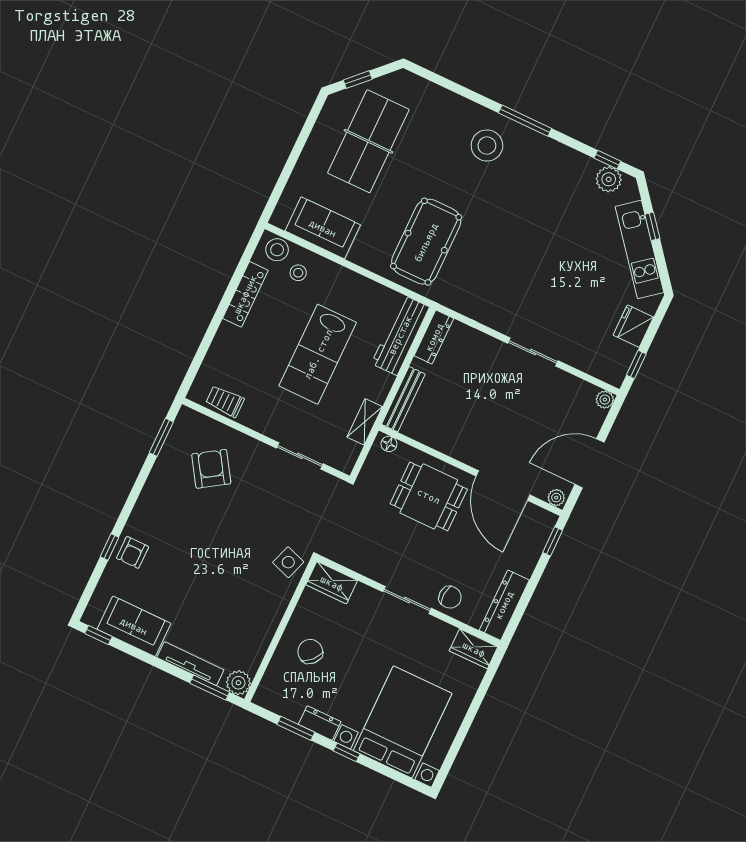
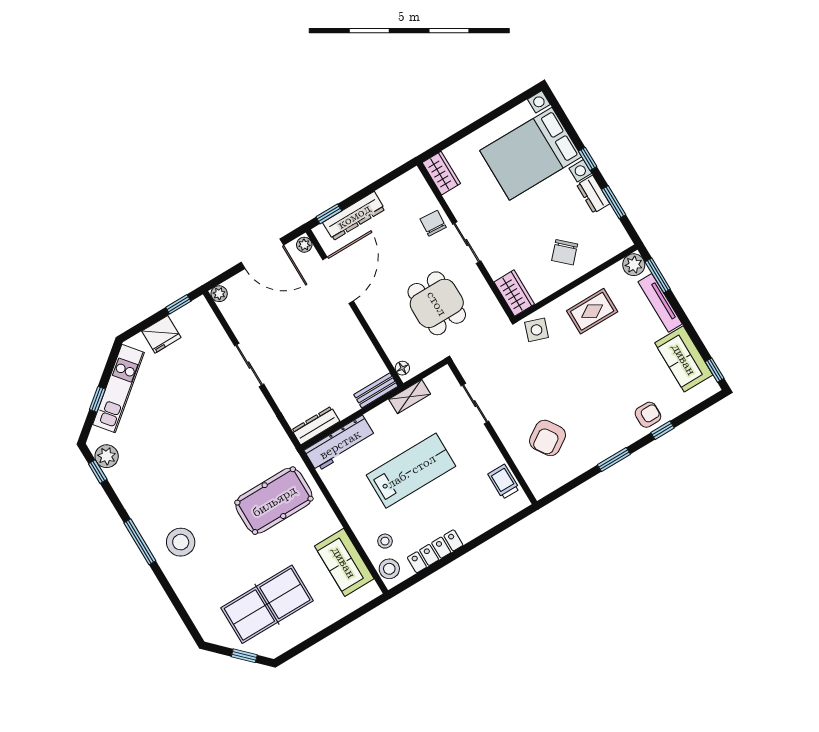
bench: (403, 399) -> (376, 390), width x0.73
trolley: (225, 401) -> (504, 482), turned 180
window: (161, 437) -> (614, 459), moved
dining table: (429, 496) -> (437, 303), moved
dresser: (504, 605) -> (354, 216), moved
rug: (248, 614) -> (592, 311), added

